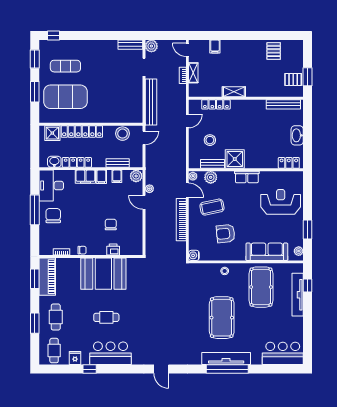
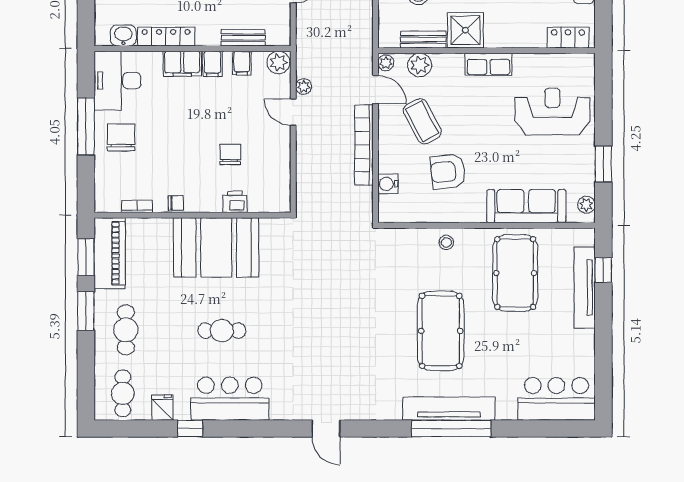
coffee table: (212, 207) -> (422, 121), turned 74
water cooler: (194, 255) -> (388, 184), moved
window: (35, 323) -> (86, 311), moved

